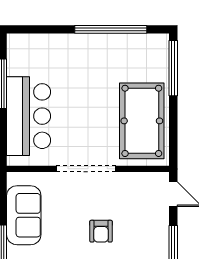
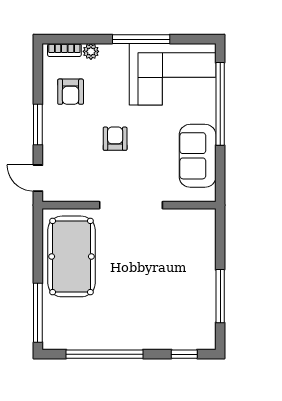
window: (36, 29) -> (184, 354), added
bar counter: (29, 116) -> (192, 262), removed

